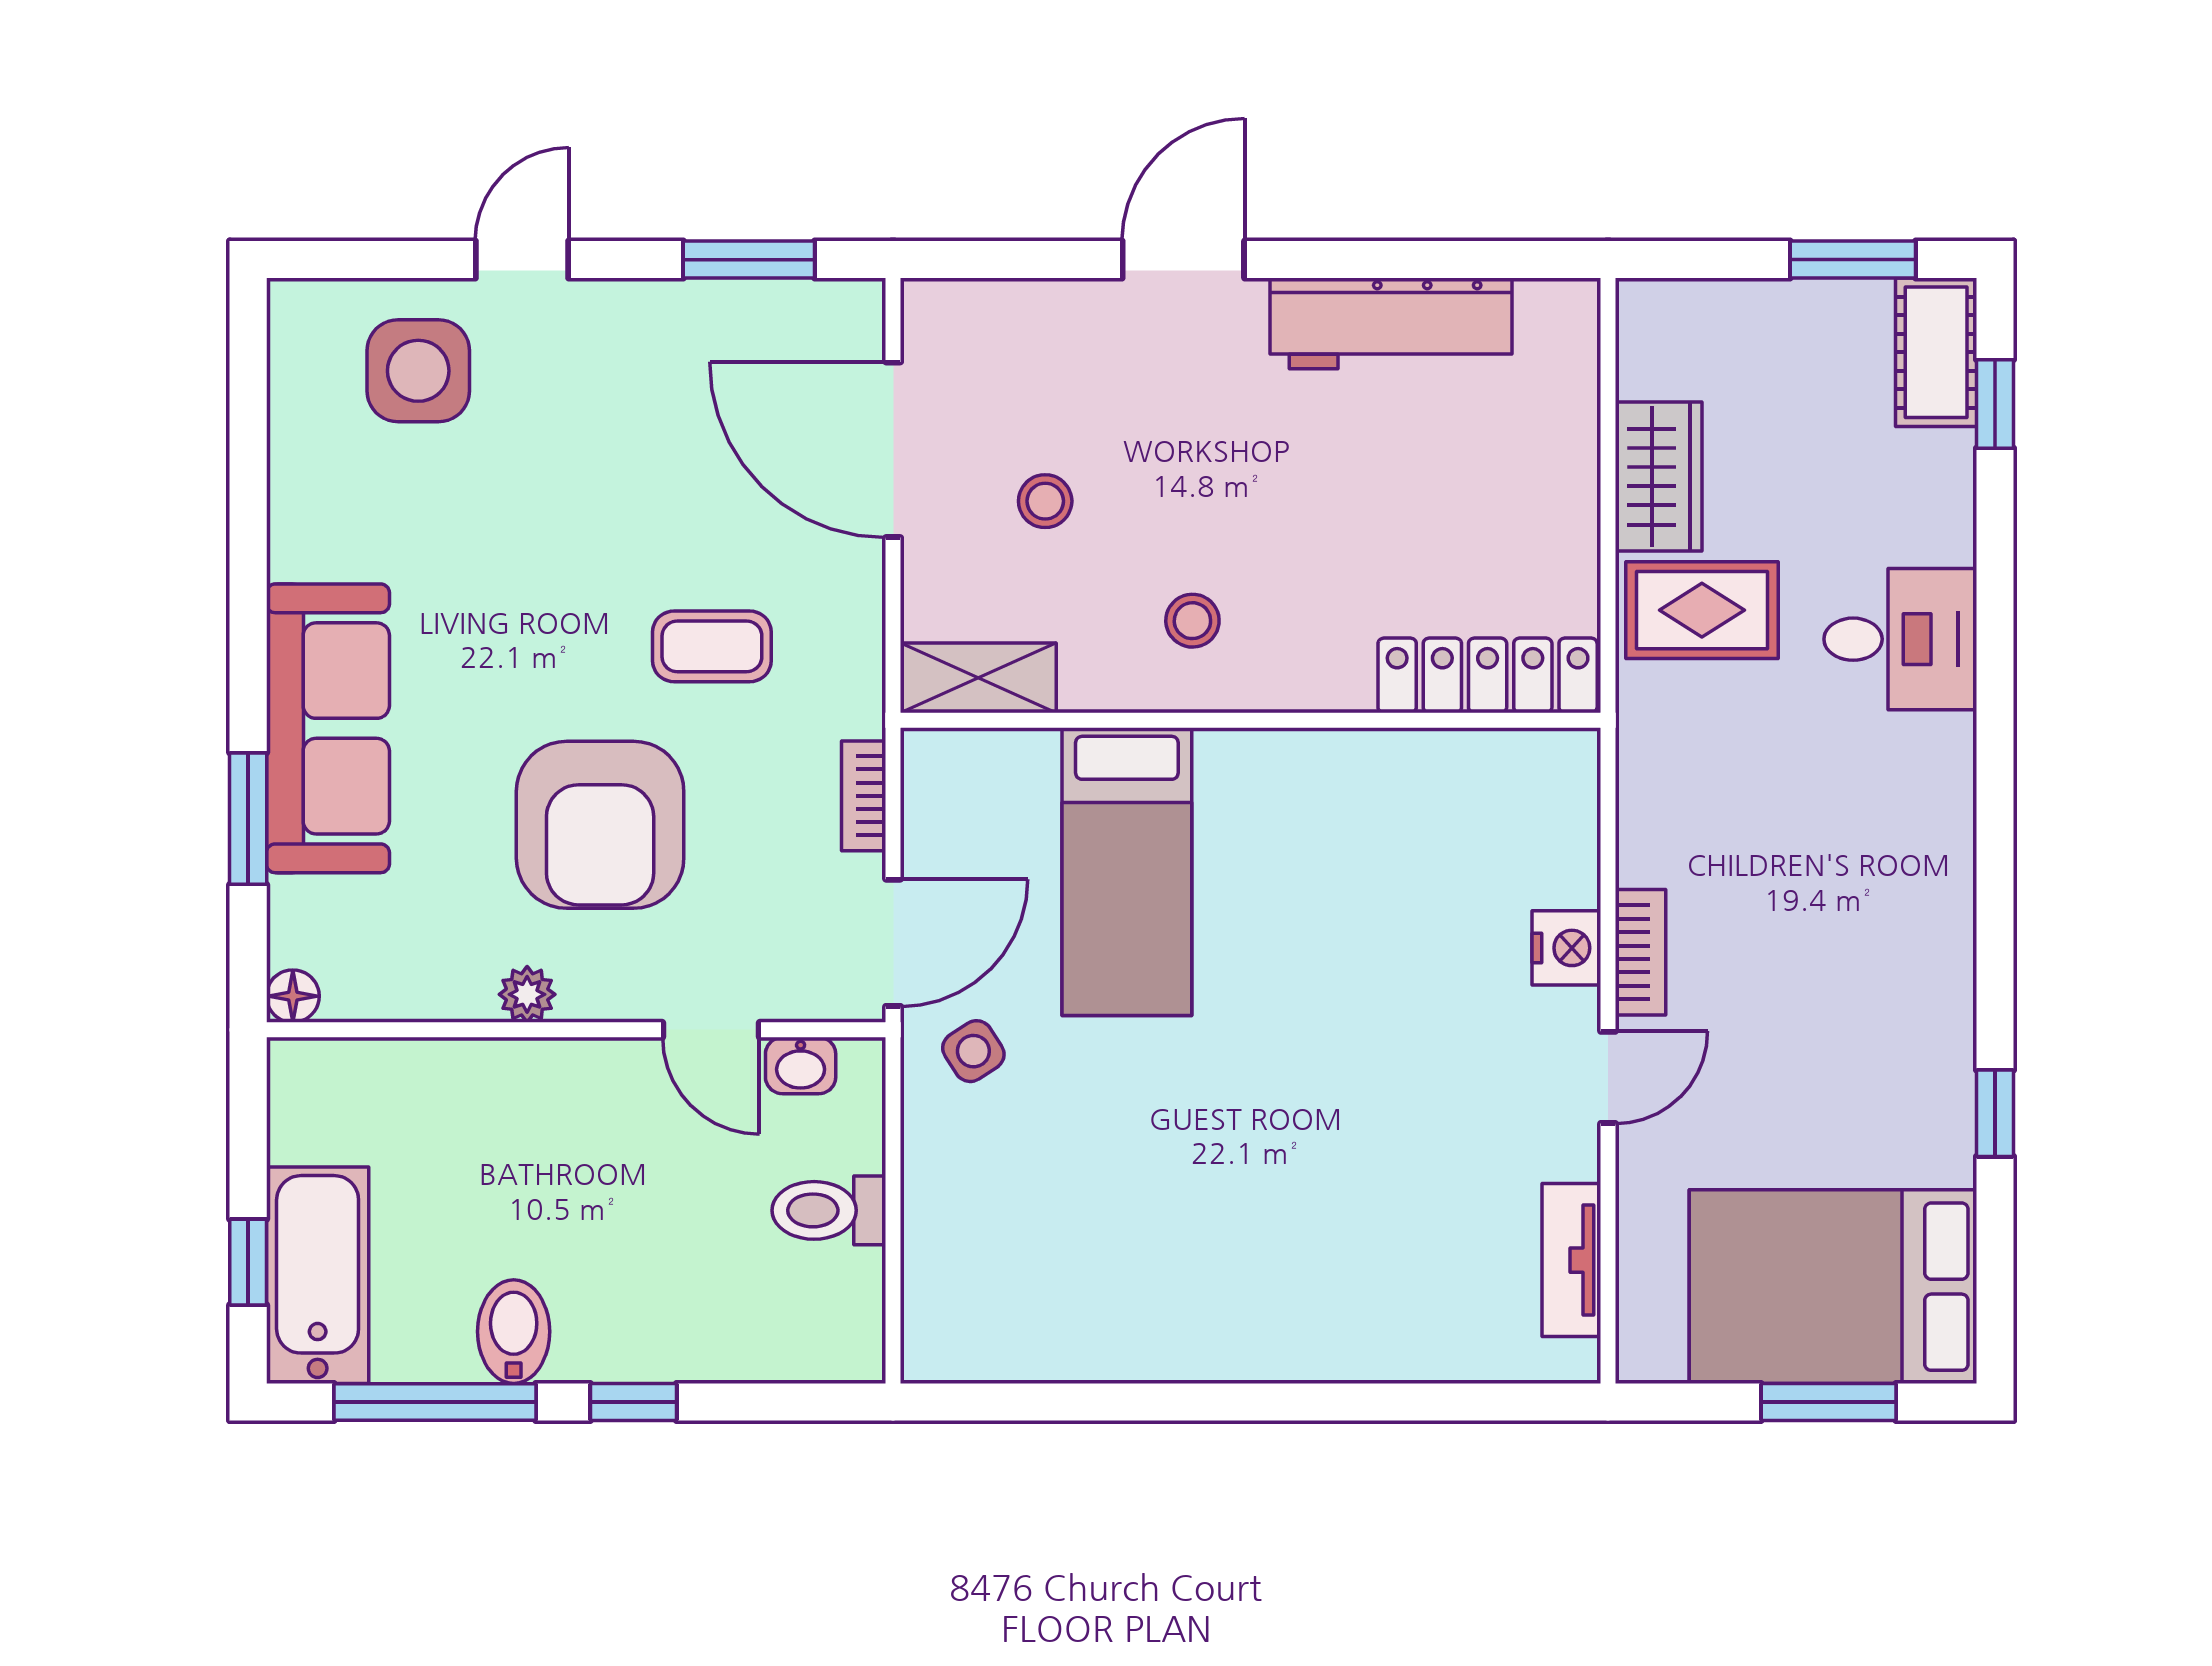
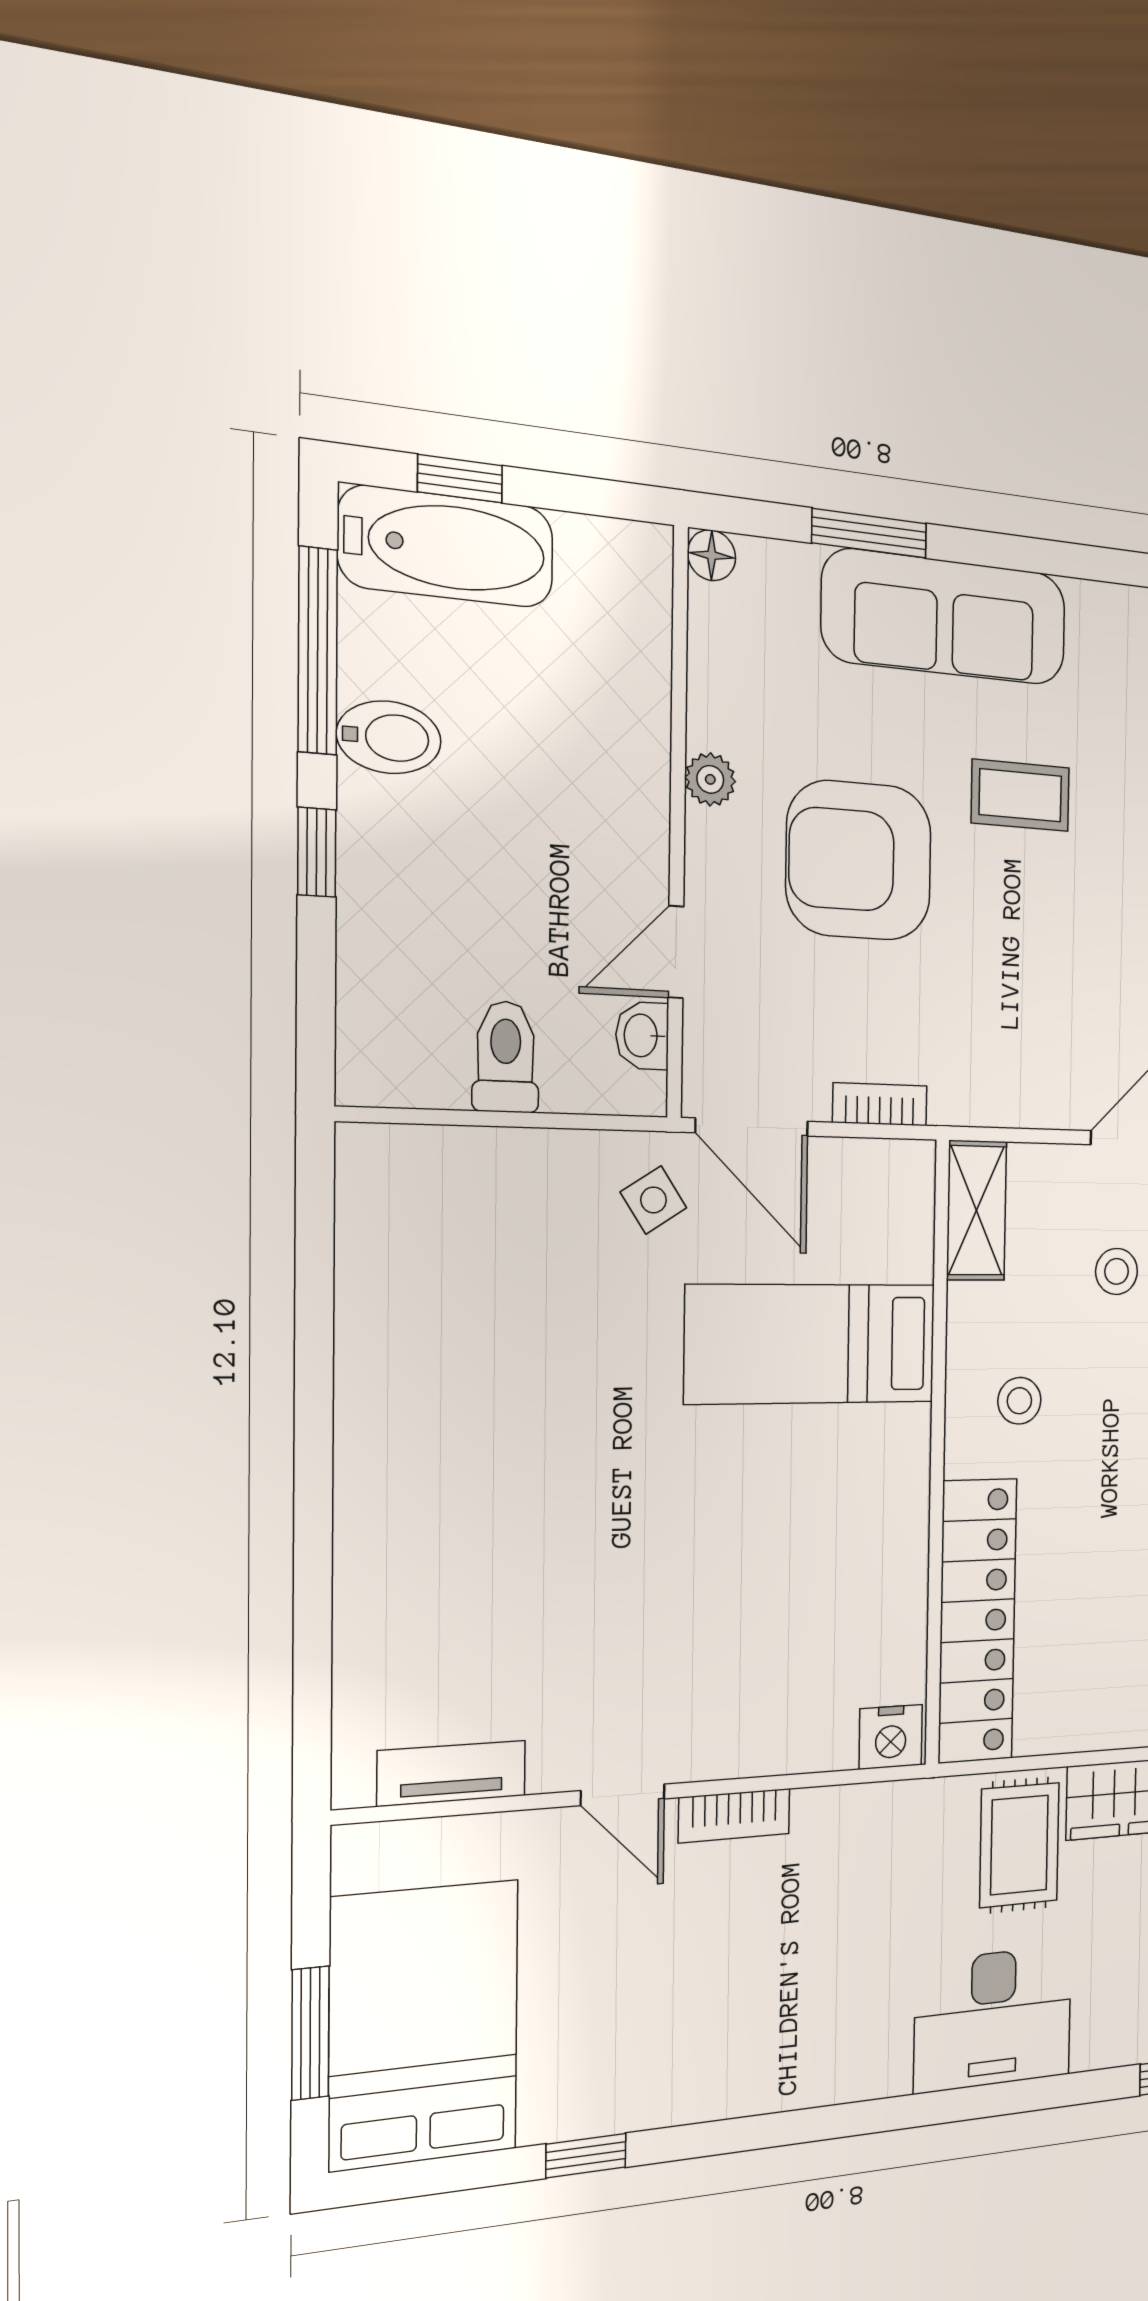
desk: (1900, 639) -> (993, 2019), width x1.37
coffee table: (712, 646) -> (1020, 795), moved, turned 90
locker: (1488, 675) -> (977, 1621), width x1.41, depth x1.21
nightstand: (1566, 948) -> (891, 1737), moved

